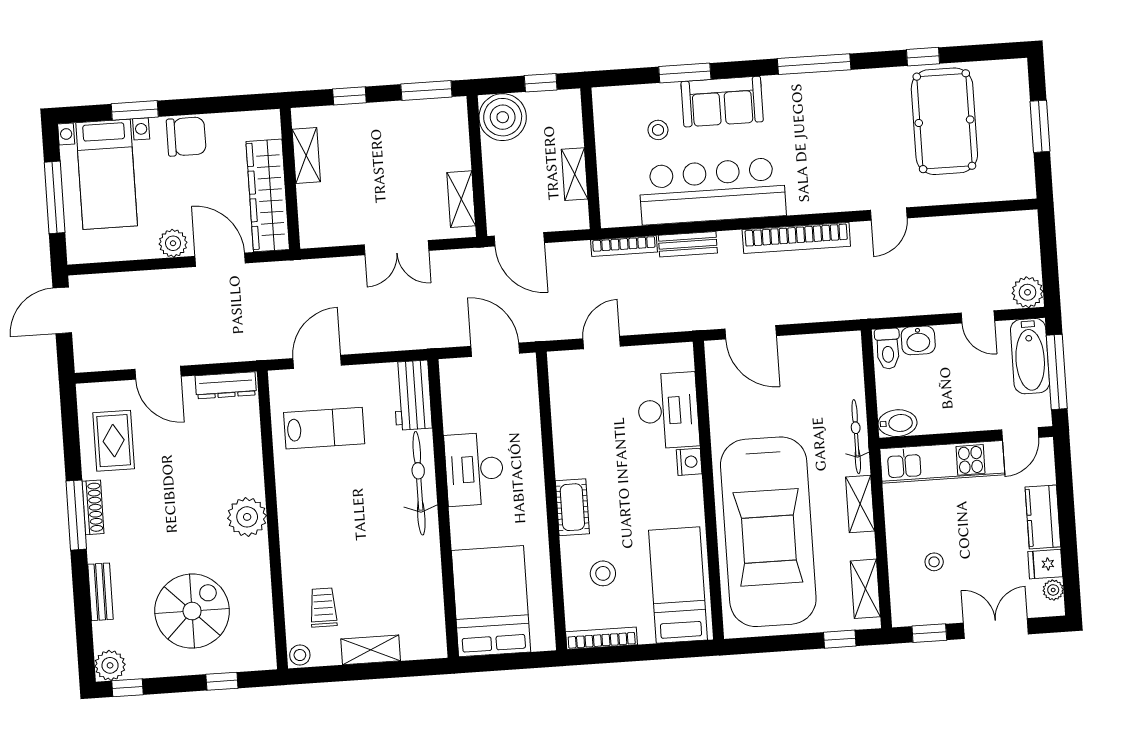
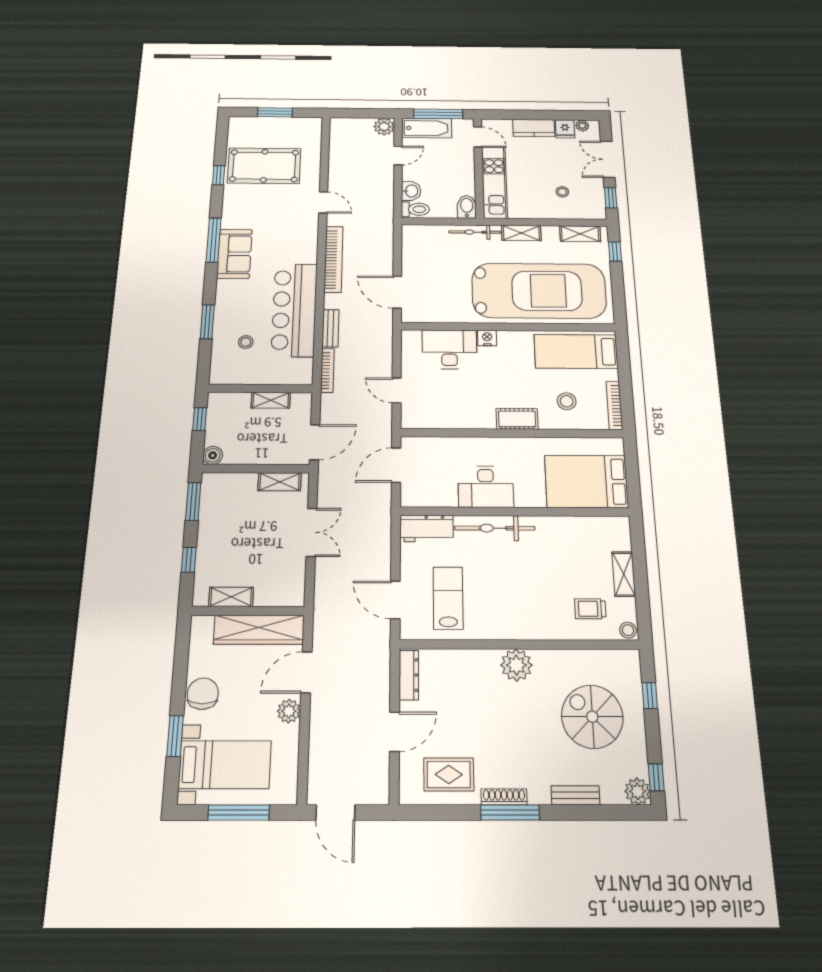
sofa: (722, 102) -> (234, 254), moved
boiler: (503, 117) -> (213, 455), width x0.54, depth x0.54
door: (751, 332) -> (397, 292), swing flipped

